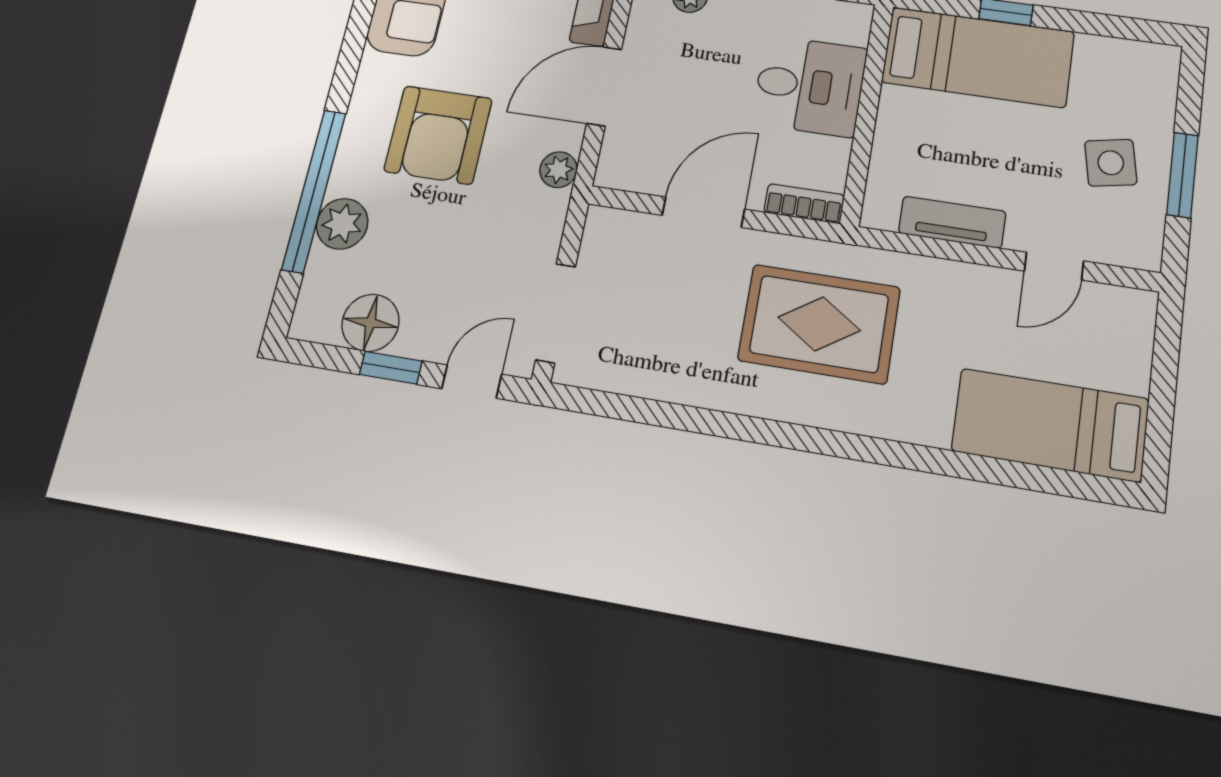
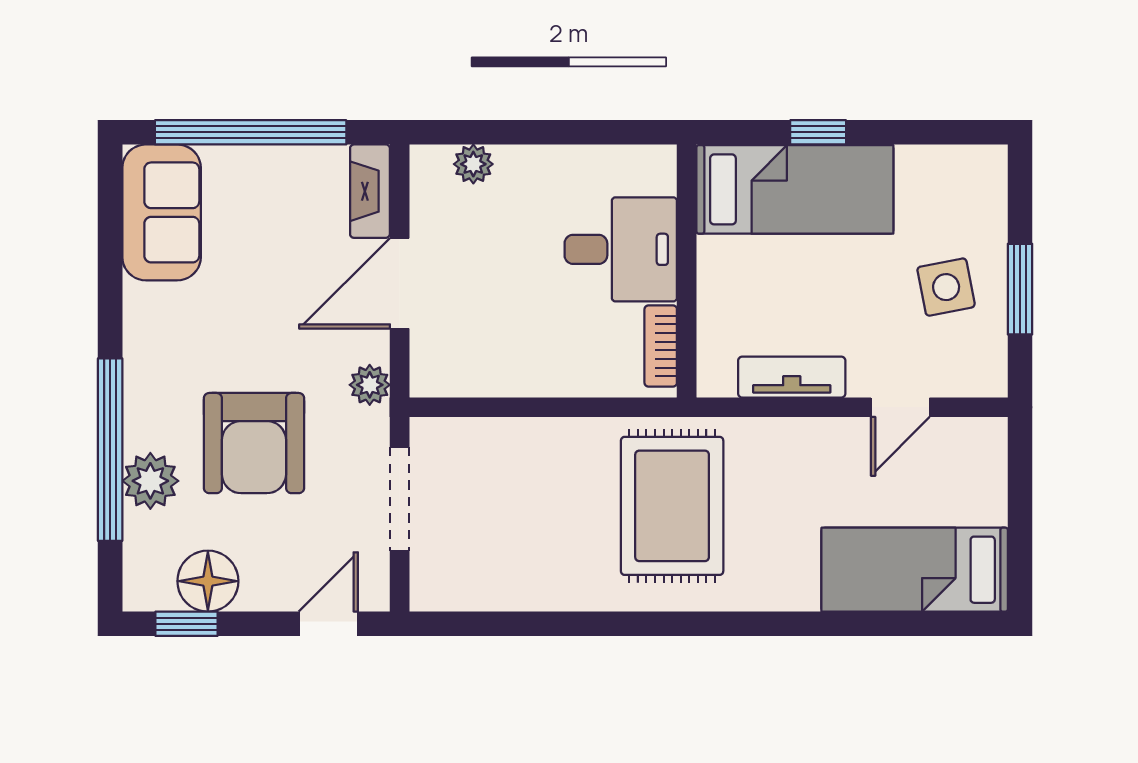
armchair: (438, 135) -> (254, 443), moved
bookcase: (804, 204) -> (661, 346), moved, turned -90
door: (703, 212) -> (533, 407), removed
doorway: (556, 313) -> (400, 499), moved
rug: (819, 324) -> (672, 506), turned 90
window: (391, 368) -> (186, 624), moved

